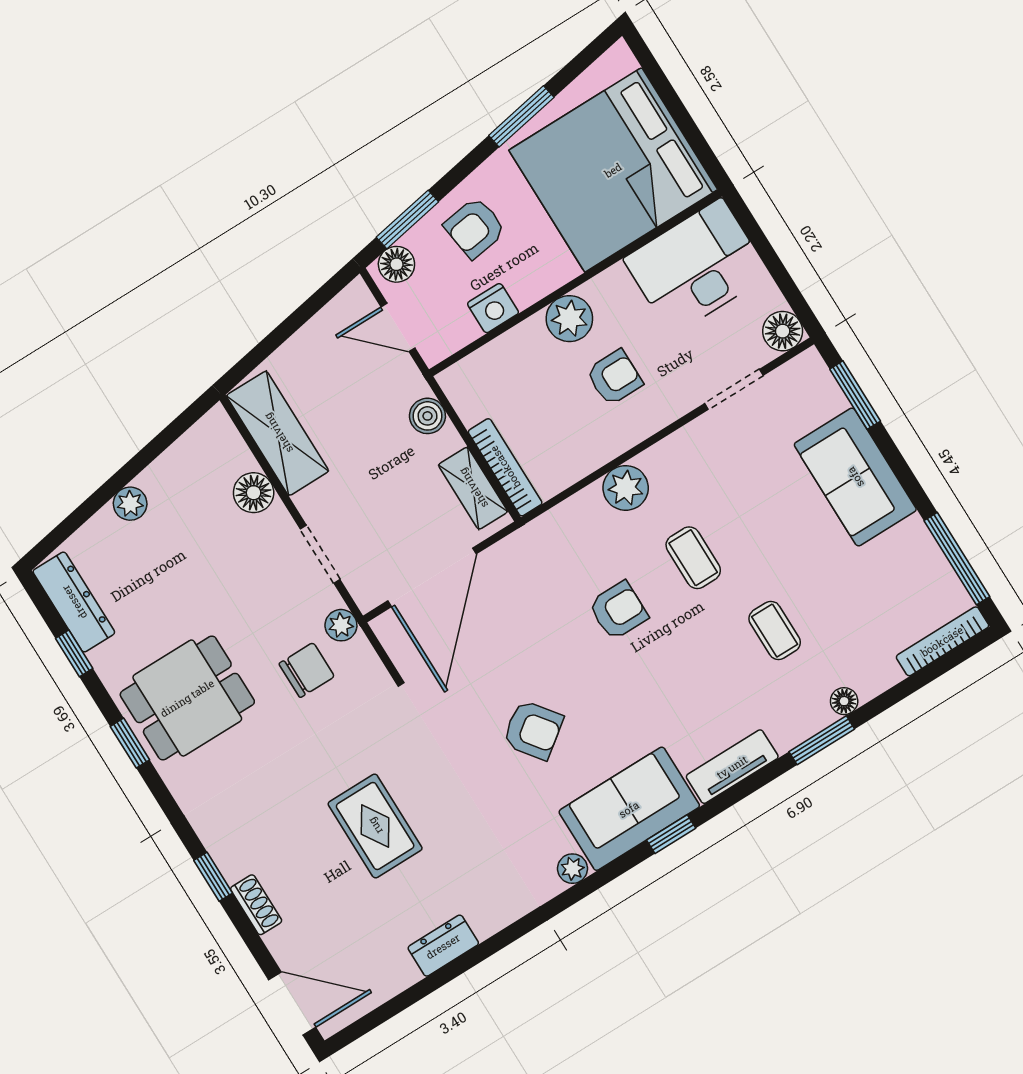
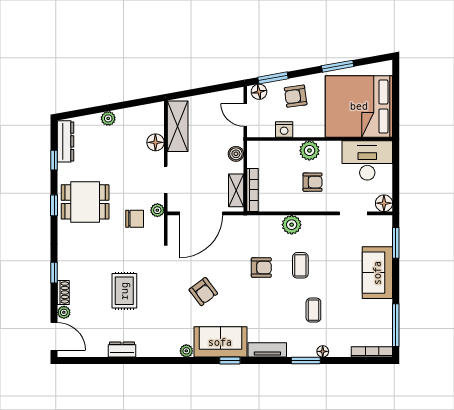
plant: (282, 944) -> (64, 312), added

